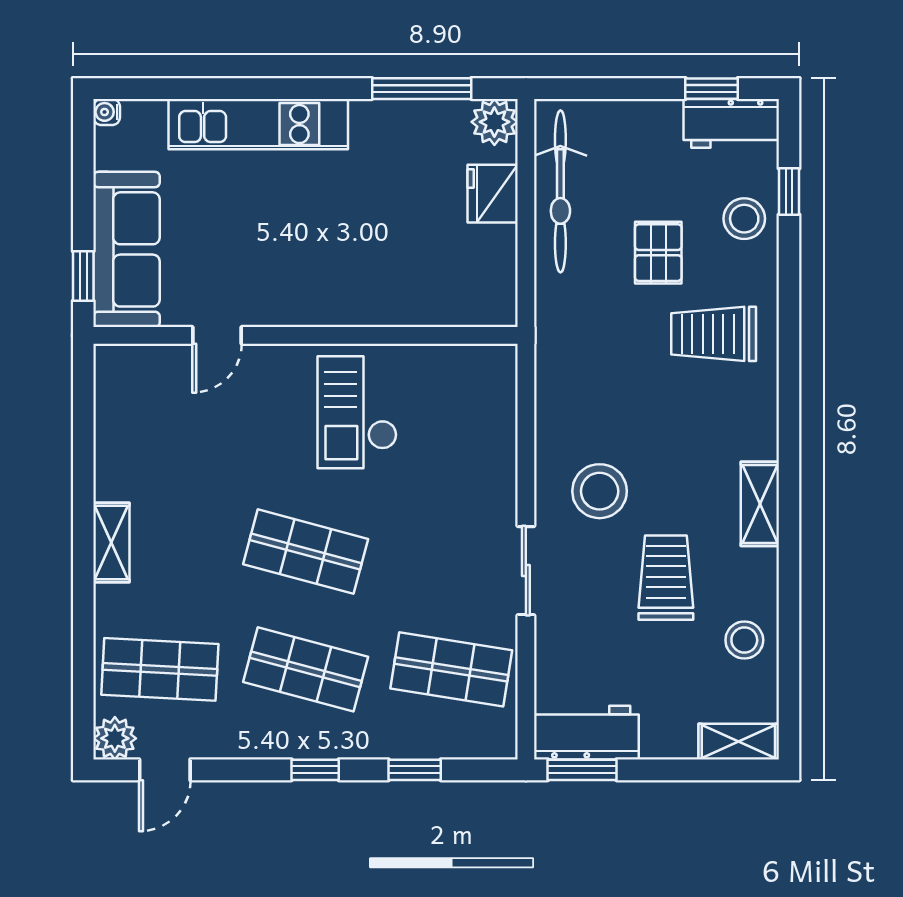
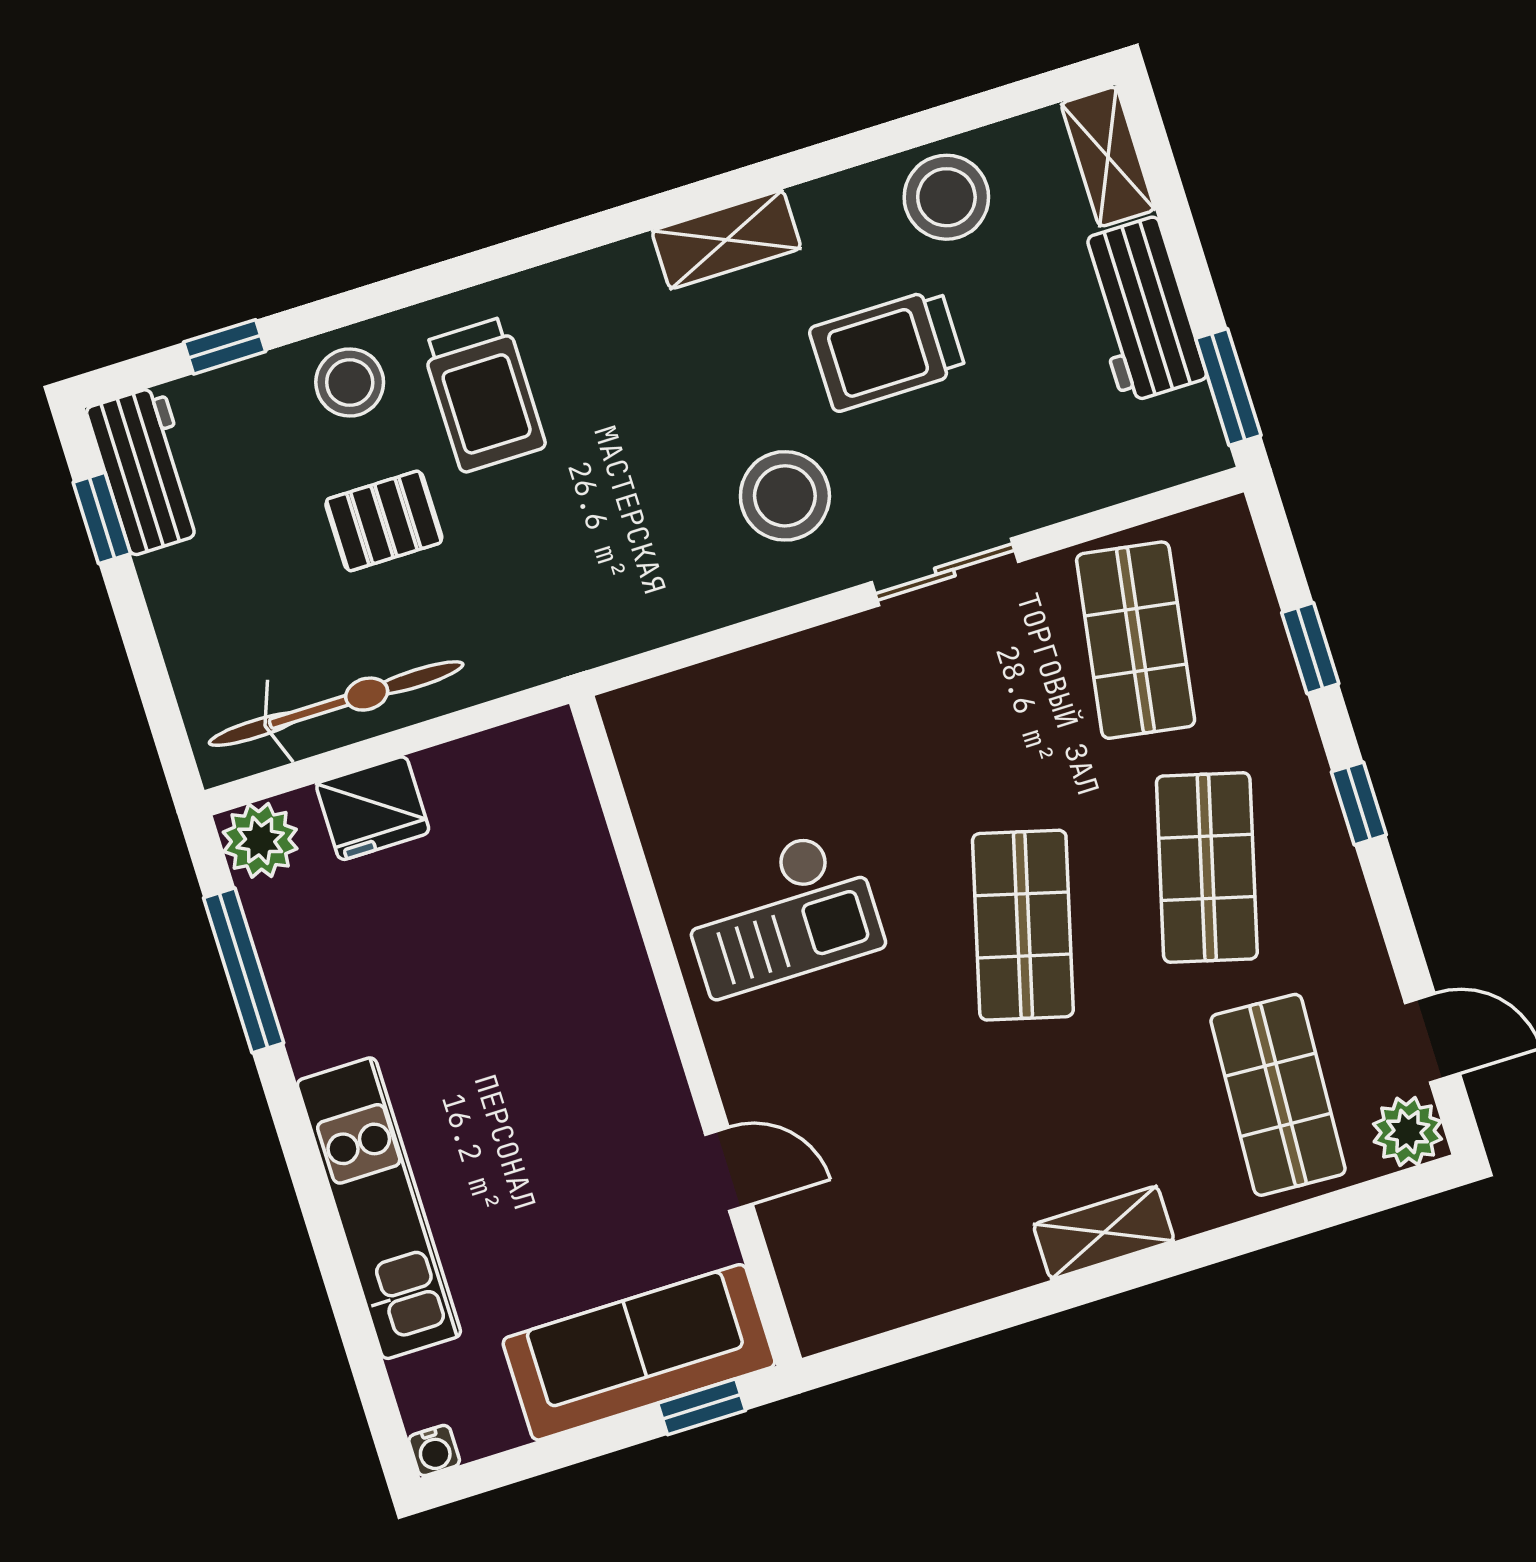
stool: (744, 219) -> (350, 382), moved
stool: (744, 640) -> (946, 197), width x1.38, depth x1.38
workbench: (586, 733) -> (1140, 310), moved

